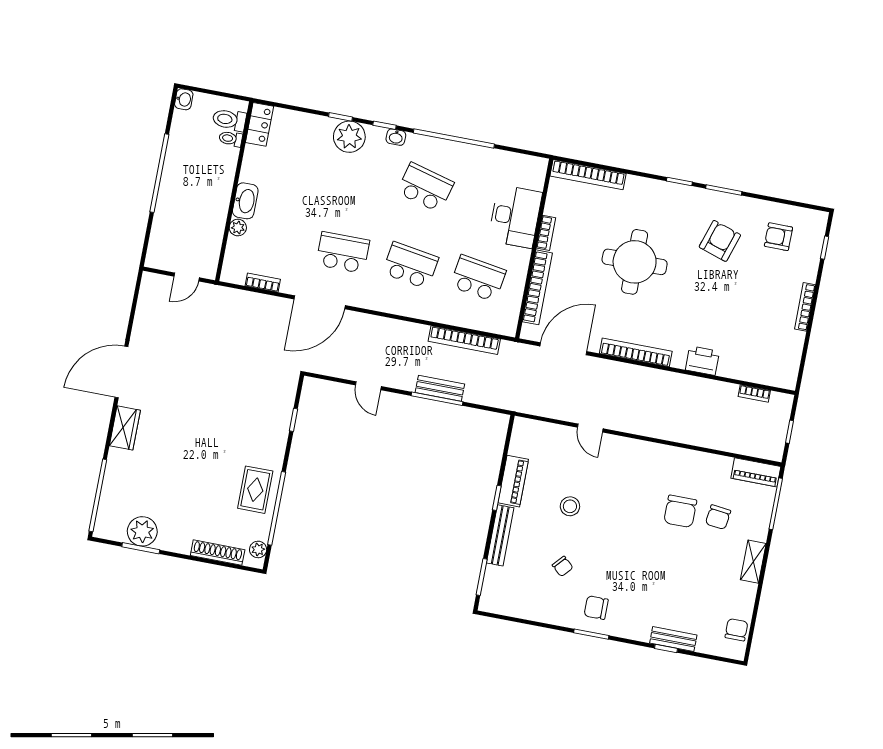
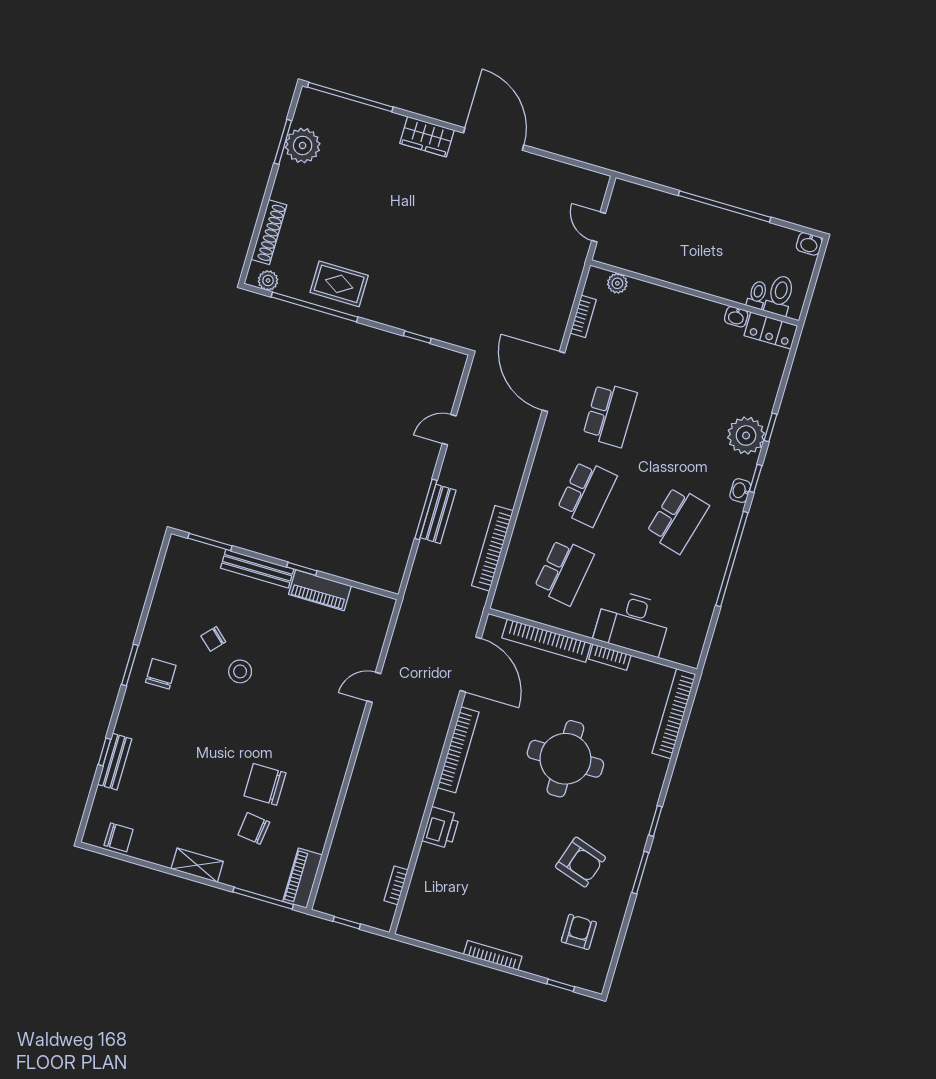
washbasin: (245, 201) -> (736, 317), moved, width x0.52, depth x0.69
plant: (238, 228) -> (617, 283), moved
stool: (570, 506) -> (240, 671), moved

